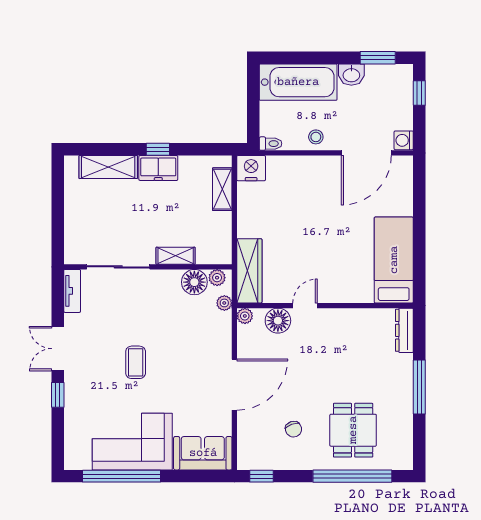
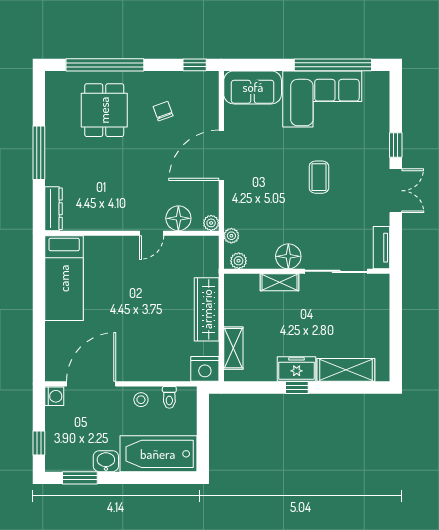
toilet: (270, 144) -> (169, 397), moved, turned -90
wardrobe: (249, 271) -> (207, 309), moved
floor lamp: (194, 282) -> (288, 256), moved

